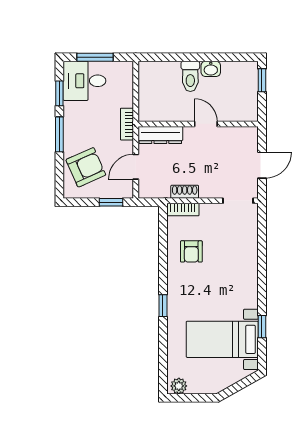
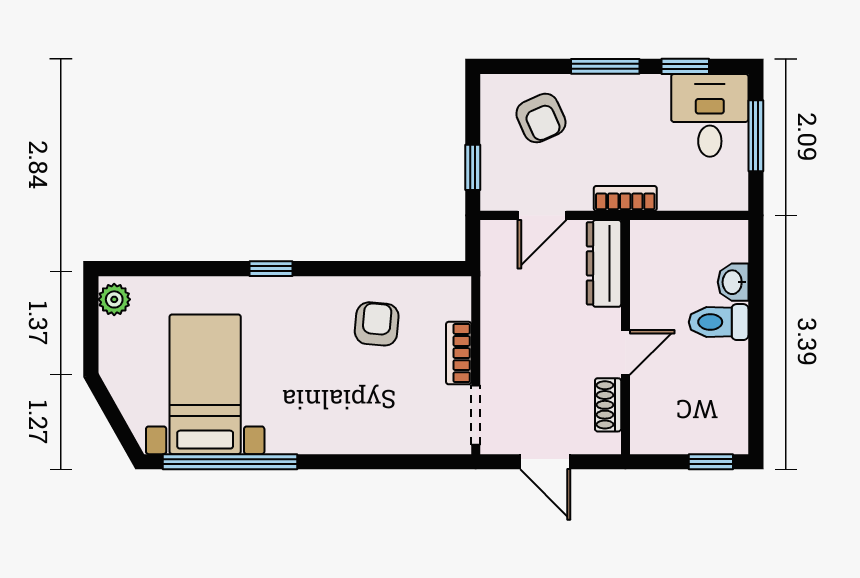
washbasin: (211, 69) -> (733, 282), moved
armchair: (86, 167) -> (541, 118), width x0.72, depth x0.72
door: (136, 167) -> (542, 215), swing flipped
shoe rack: (185, 192) -> (608, 405), moved, turned 180
bookcase: (183, 209) -> (459, 353), moved
armchair: (191, 251) -> (377, 324), turned 95
window: (262, 327) -> (230, 462), width x3.17

